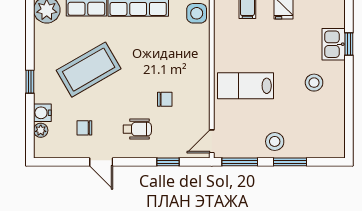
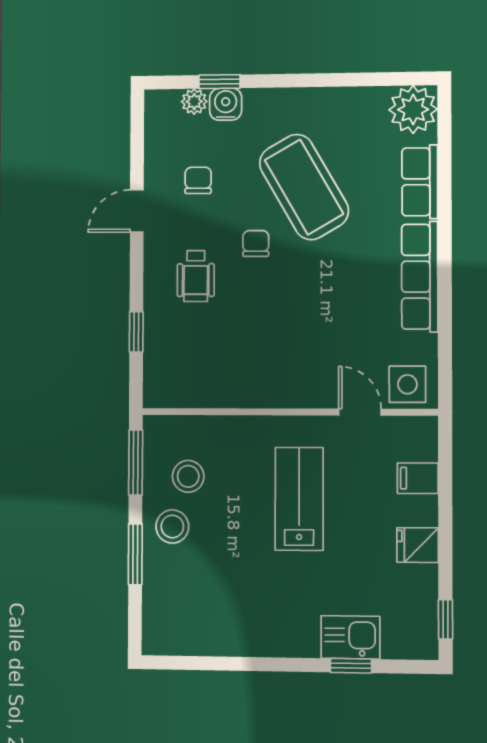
window: (30, 82) -> (220, 82), moved
stool: (314, 83) -> (188, 476), moved
lab bench: (245, 86) -> (299, 499), moved
chair: (165, 99) -> (256, 243), moved, turned 180
door: (212, 141) -> (360, 412), moved

